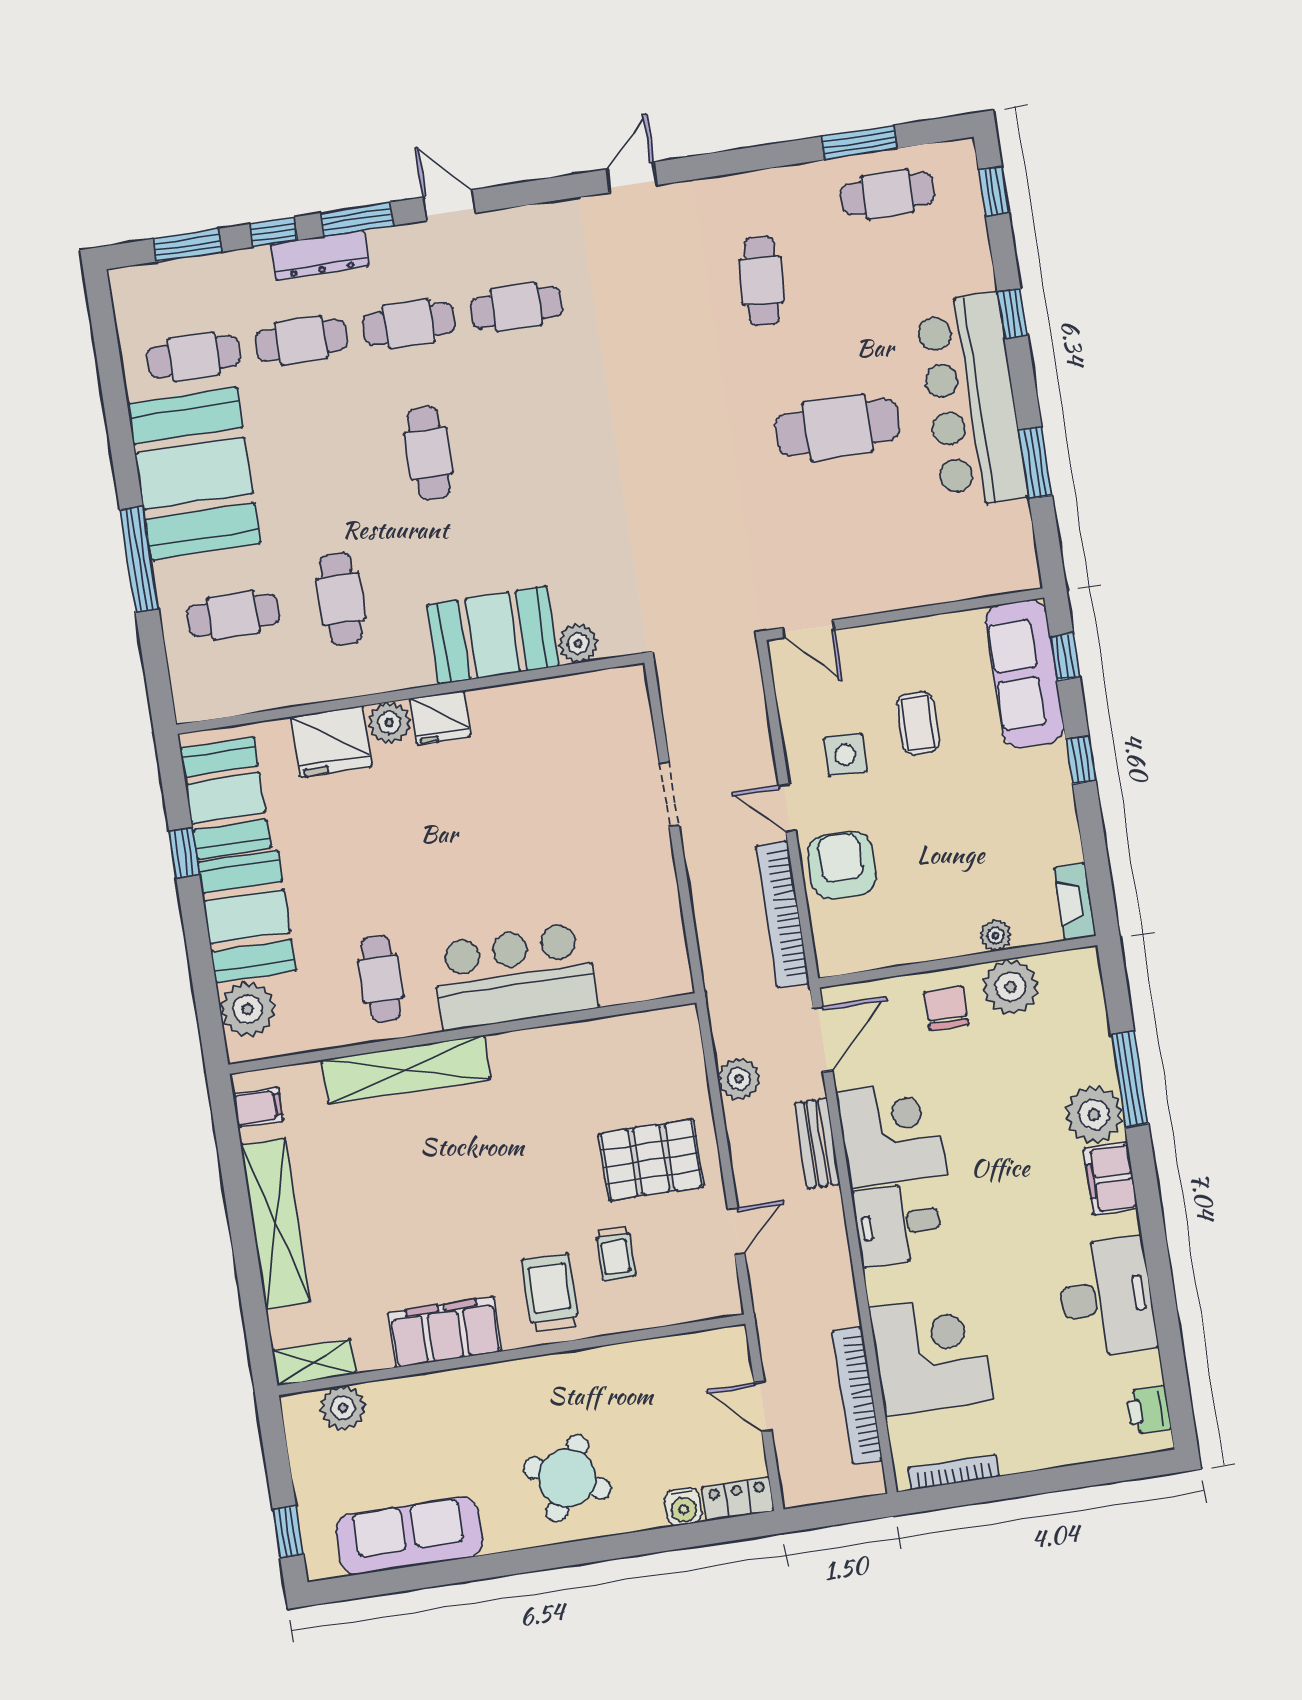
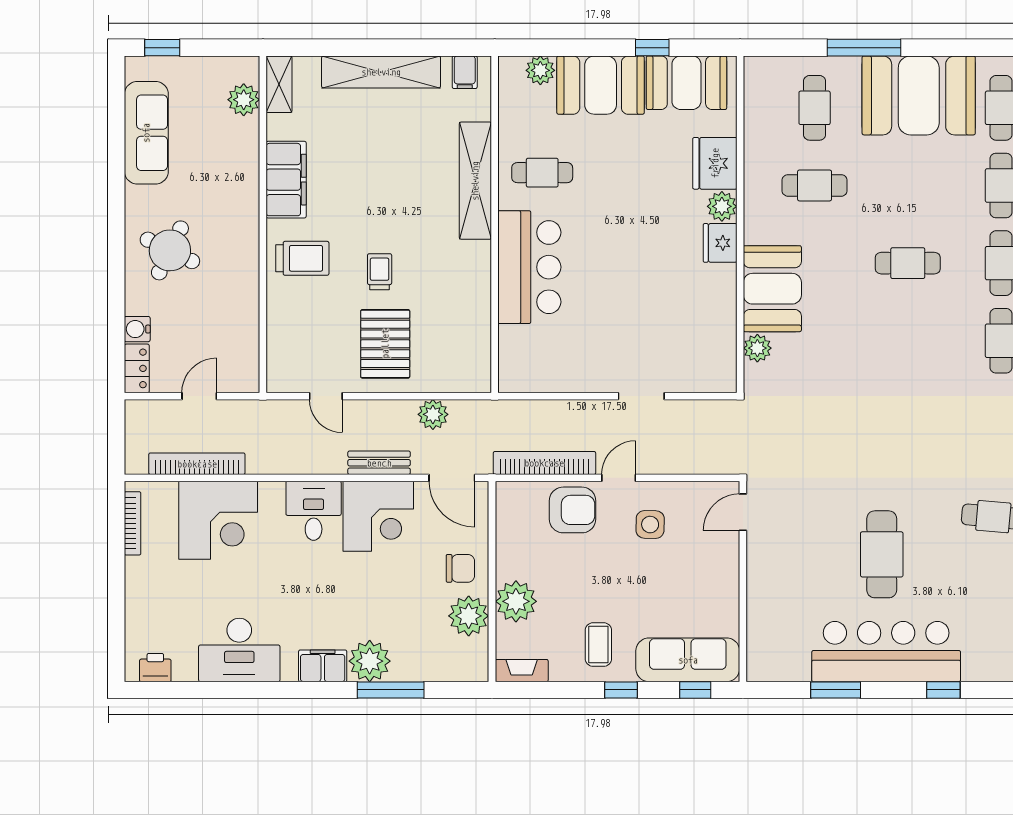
coffee table: (918, 723) -> (598, 645), moved, turned 90
plant: (996, 936) -> (516, 601), width x1.88, depth x1.88
plant: (248, 1009) -> (540, 70), width x0.73, depth x0.73
trolley: (615, 1253) -> (380, 272), moved, turned 90

